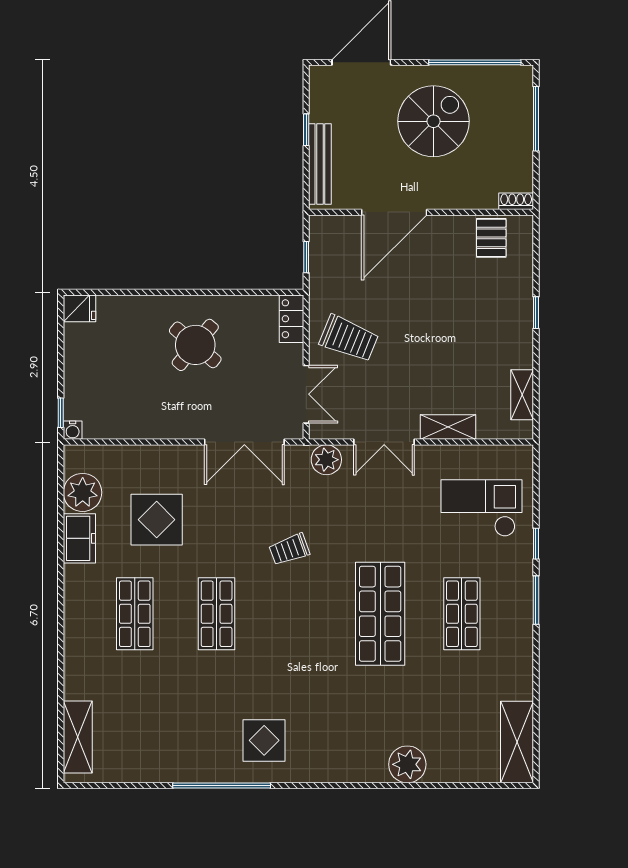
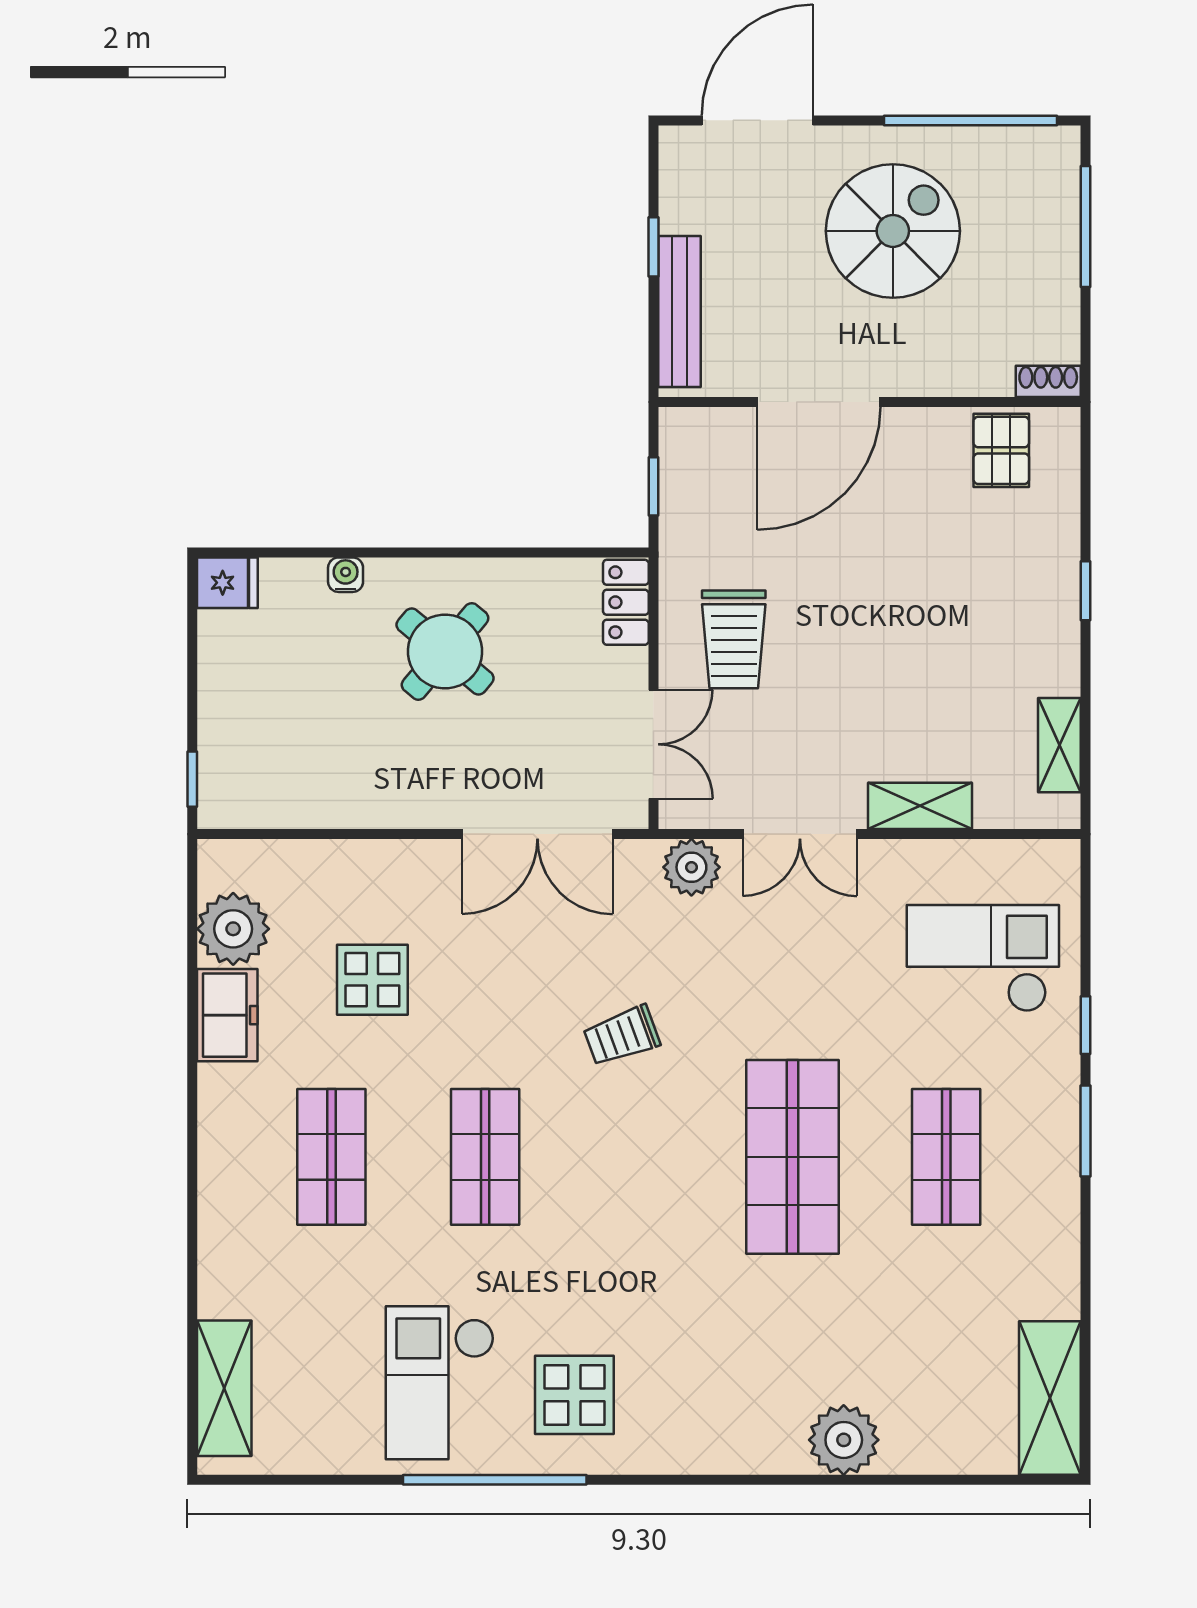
trolley: (349, 338) -> (734, 639), turned 68
water cooler: (73, 430) -> (346, 575), moved, turned 180
display table: (157, 520) -> (372, 980), width x0.73, depth x0.73
checkout: (192, 734) -> (440, 1383), added

